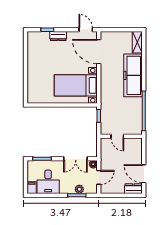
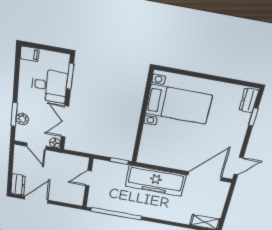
dresser: (58, 36) -> (249, 100), moved
freezer: (133, 75) -> (156, 181), moved, turned 180
bed with nightstands: (76, 85) -> (179, 104), moved, turned 90
desk: (48, 182) -> (49, 86), moved, turned 180

